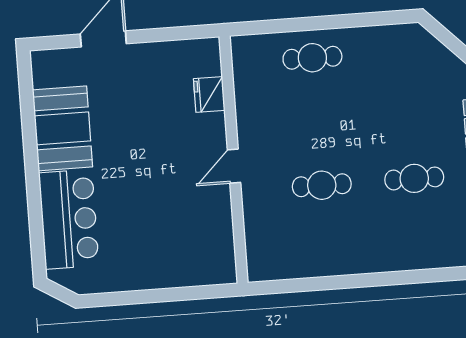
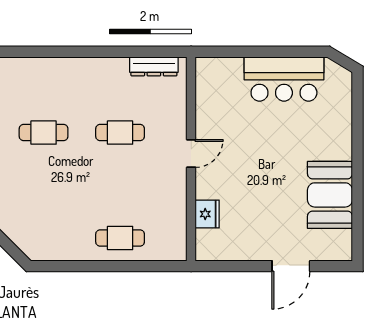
bar counter: (69, 219) -> (284, 79), moved, turned -90
dresser: (287, 268) -> (154, 66), added

